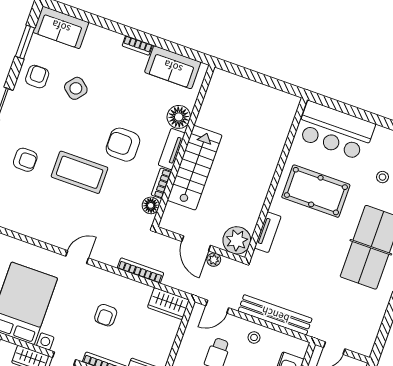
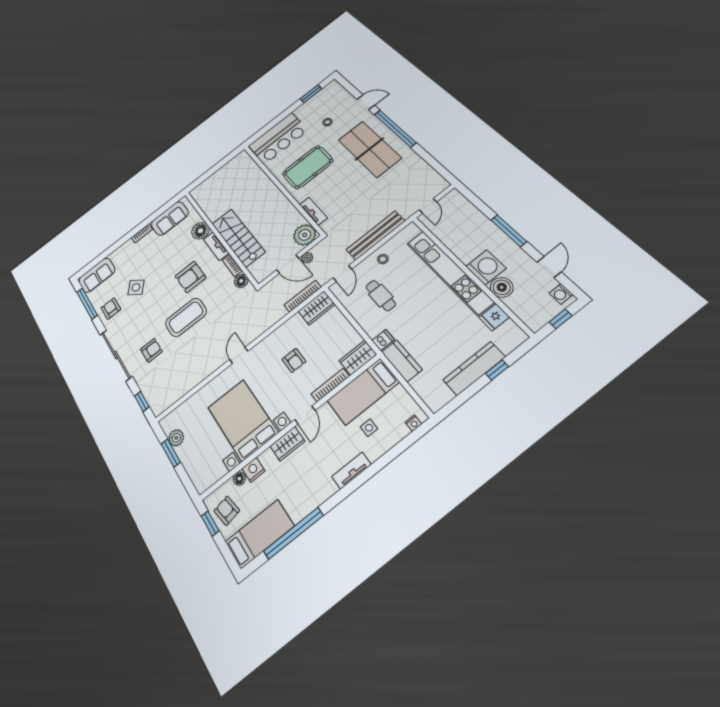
window: (25, 42) -> (87, 304), width x1.44
bookcase: (141, 271) -> (303, 296), moved

